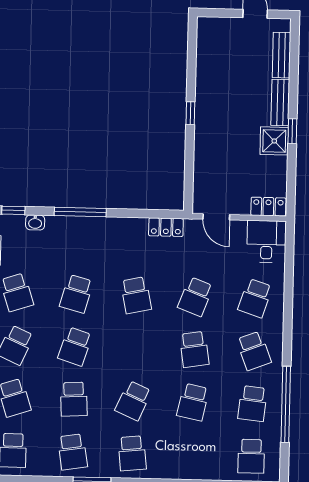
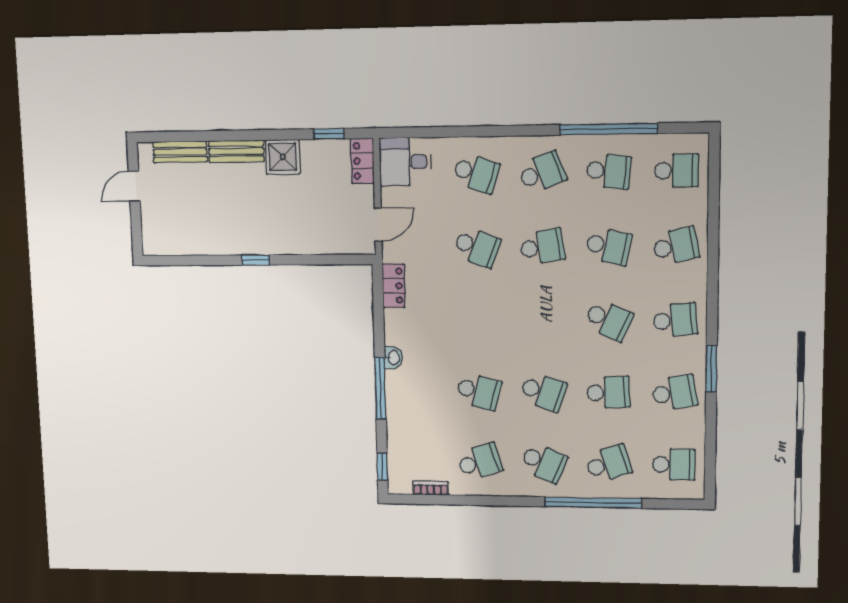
window: (292, 131) -> (329, 134), moved
washbasin: (35, 222) -> (393, 358), moved
school desk: (136, 295) -> (676, 246), moved

